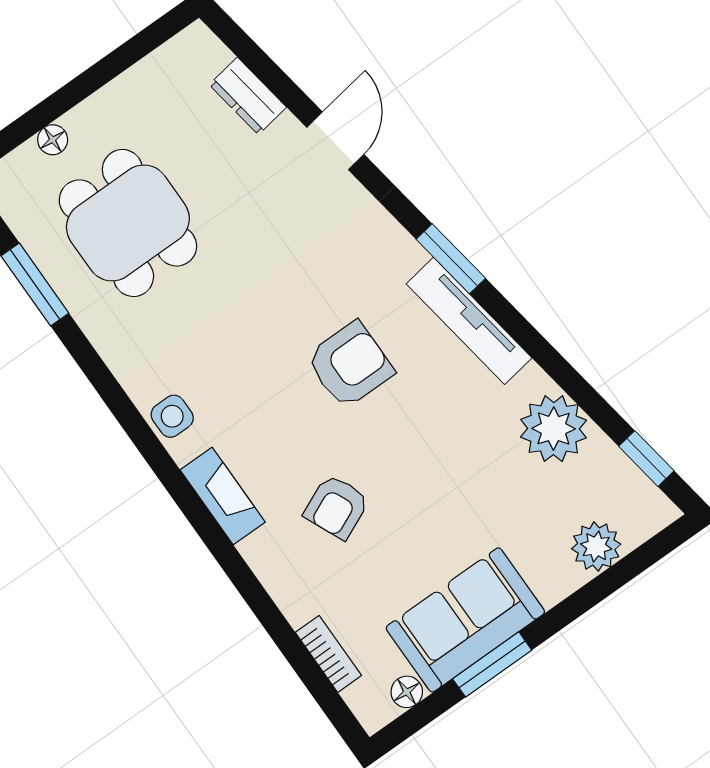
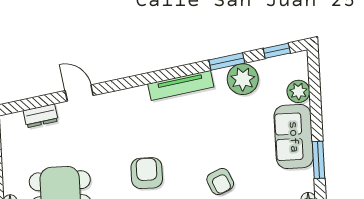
window: (451, 259) -> (227, 61), moved
armchair: (350, 365) -> (147, 173), moved
sofa: (465, 620) -> (294, 137), moved

